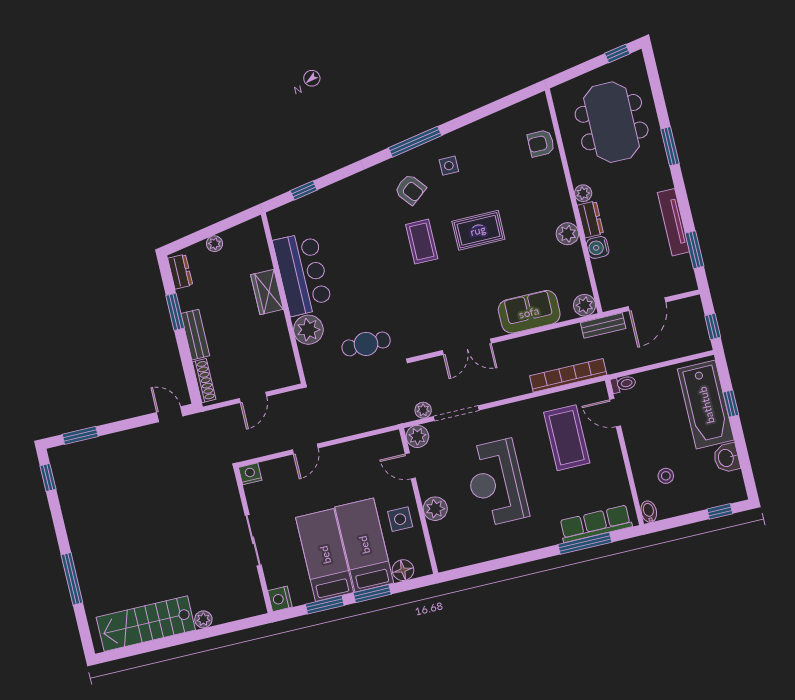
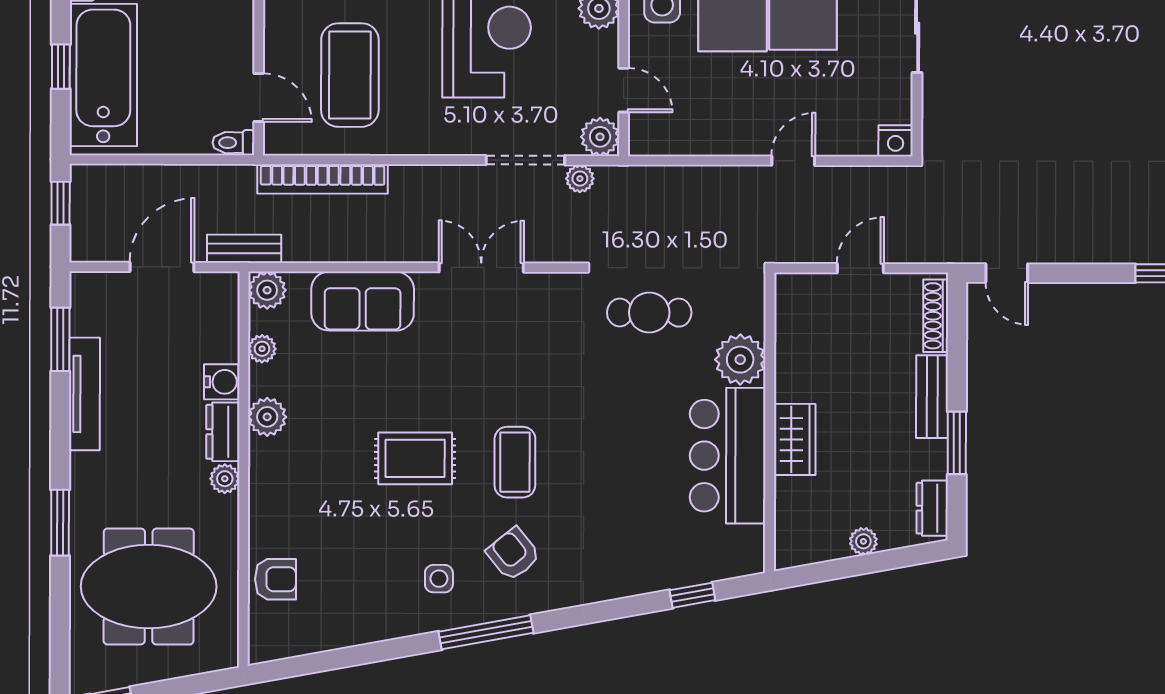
meeting table: (612, 122) -> (149, 587), turned 90
plant: (580, 271) -> (262, 349), added

